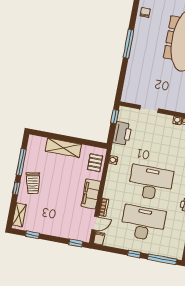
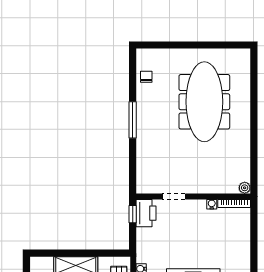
printer: (122, 133) -> (146, 213), moved

